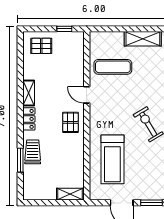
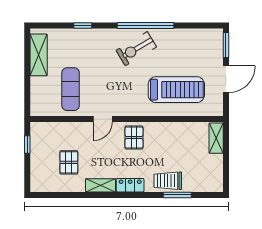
pallet: (41, 46) -> (69, 162), moved
pallet: (71, 122) -> (134, 138), turned 90

